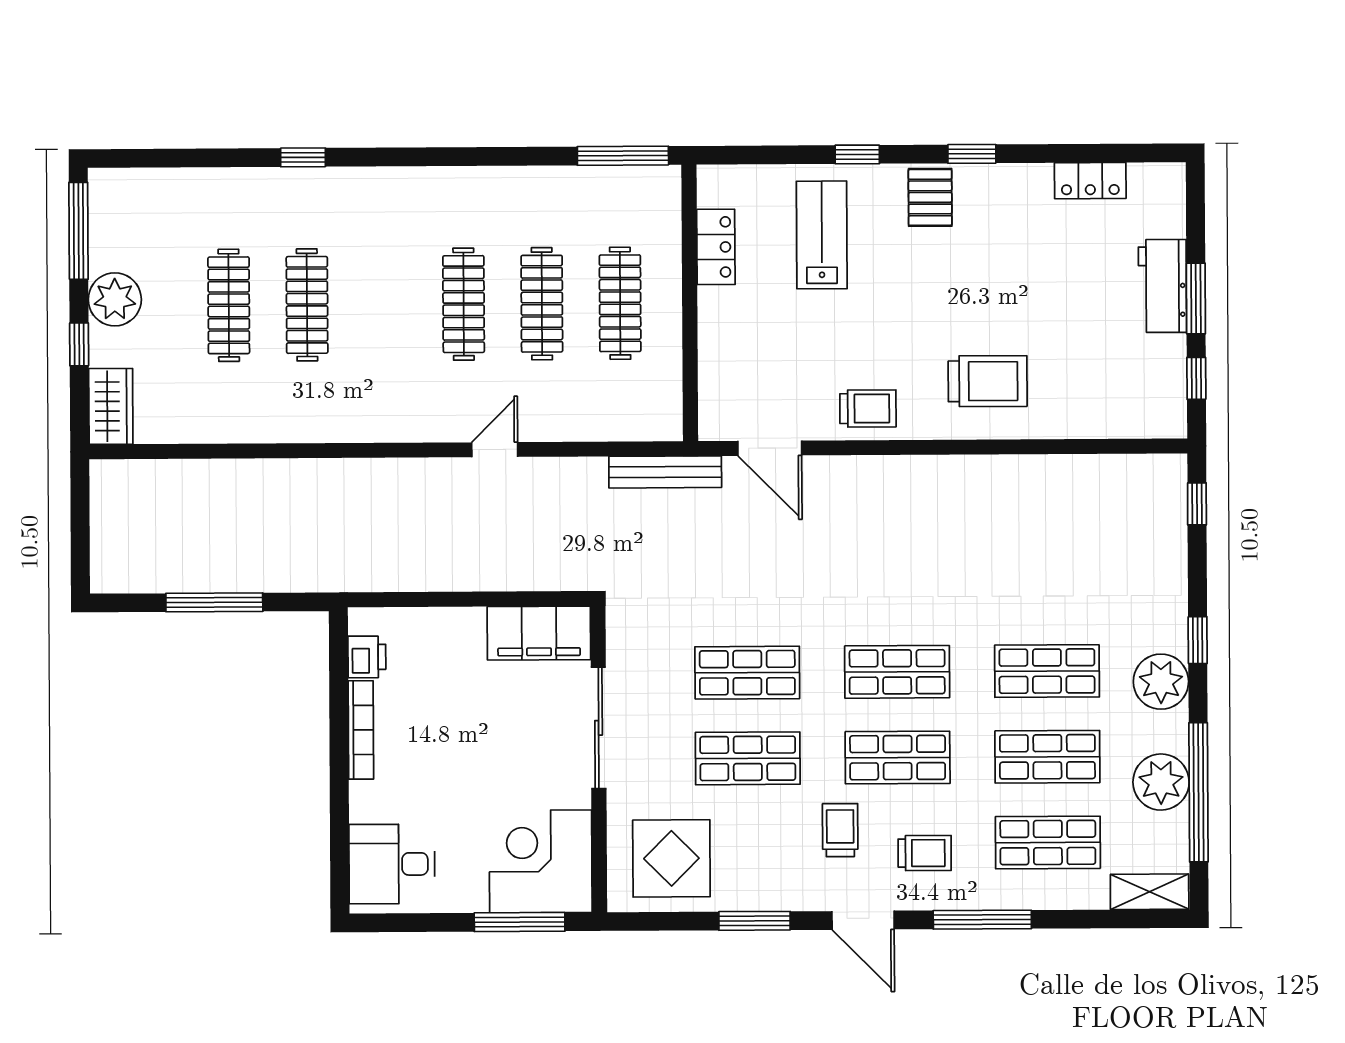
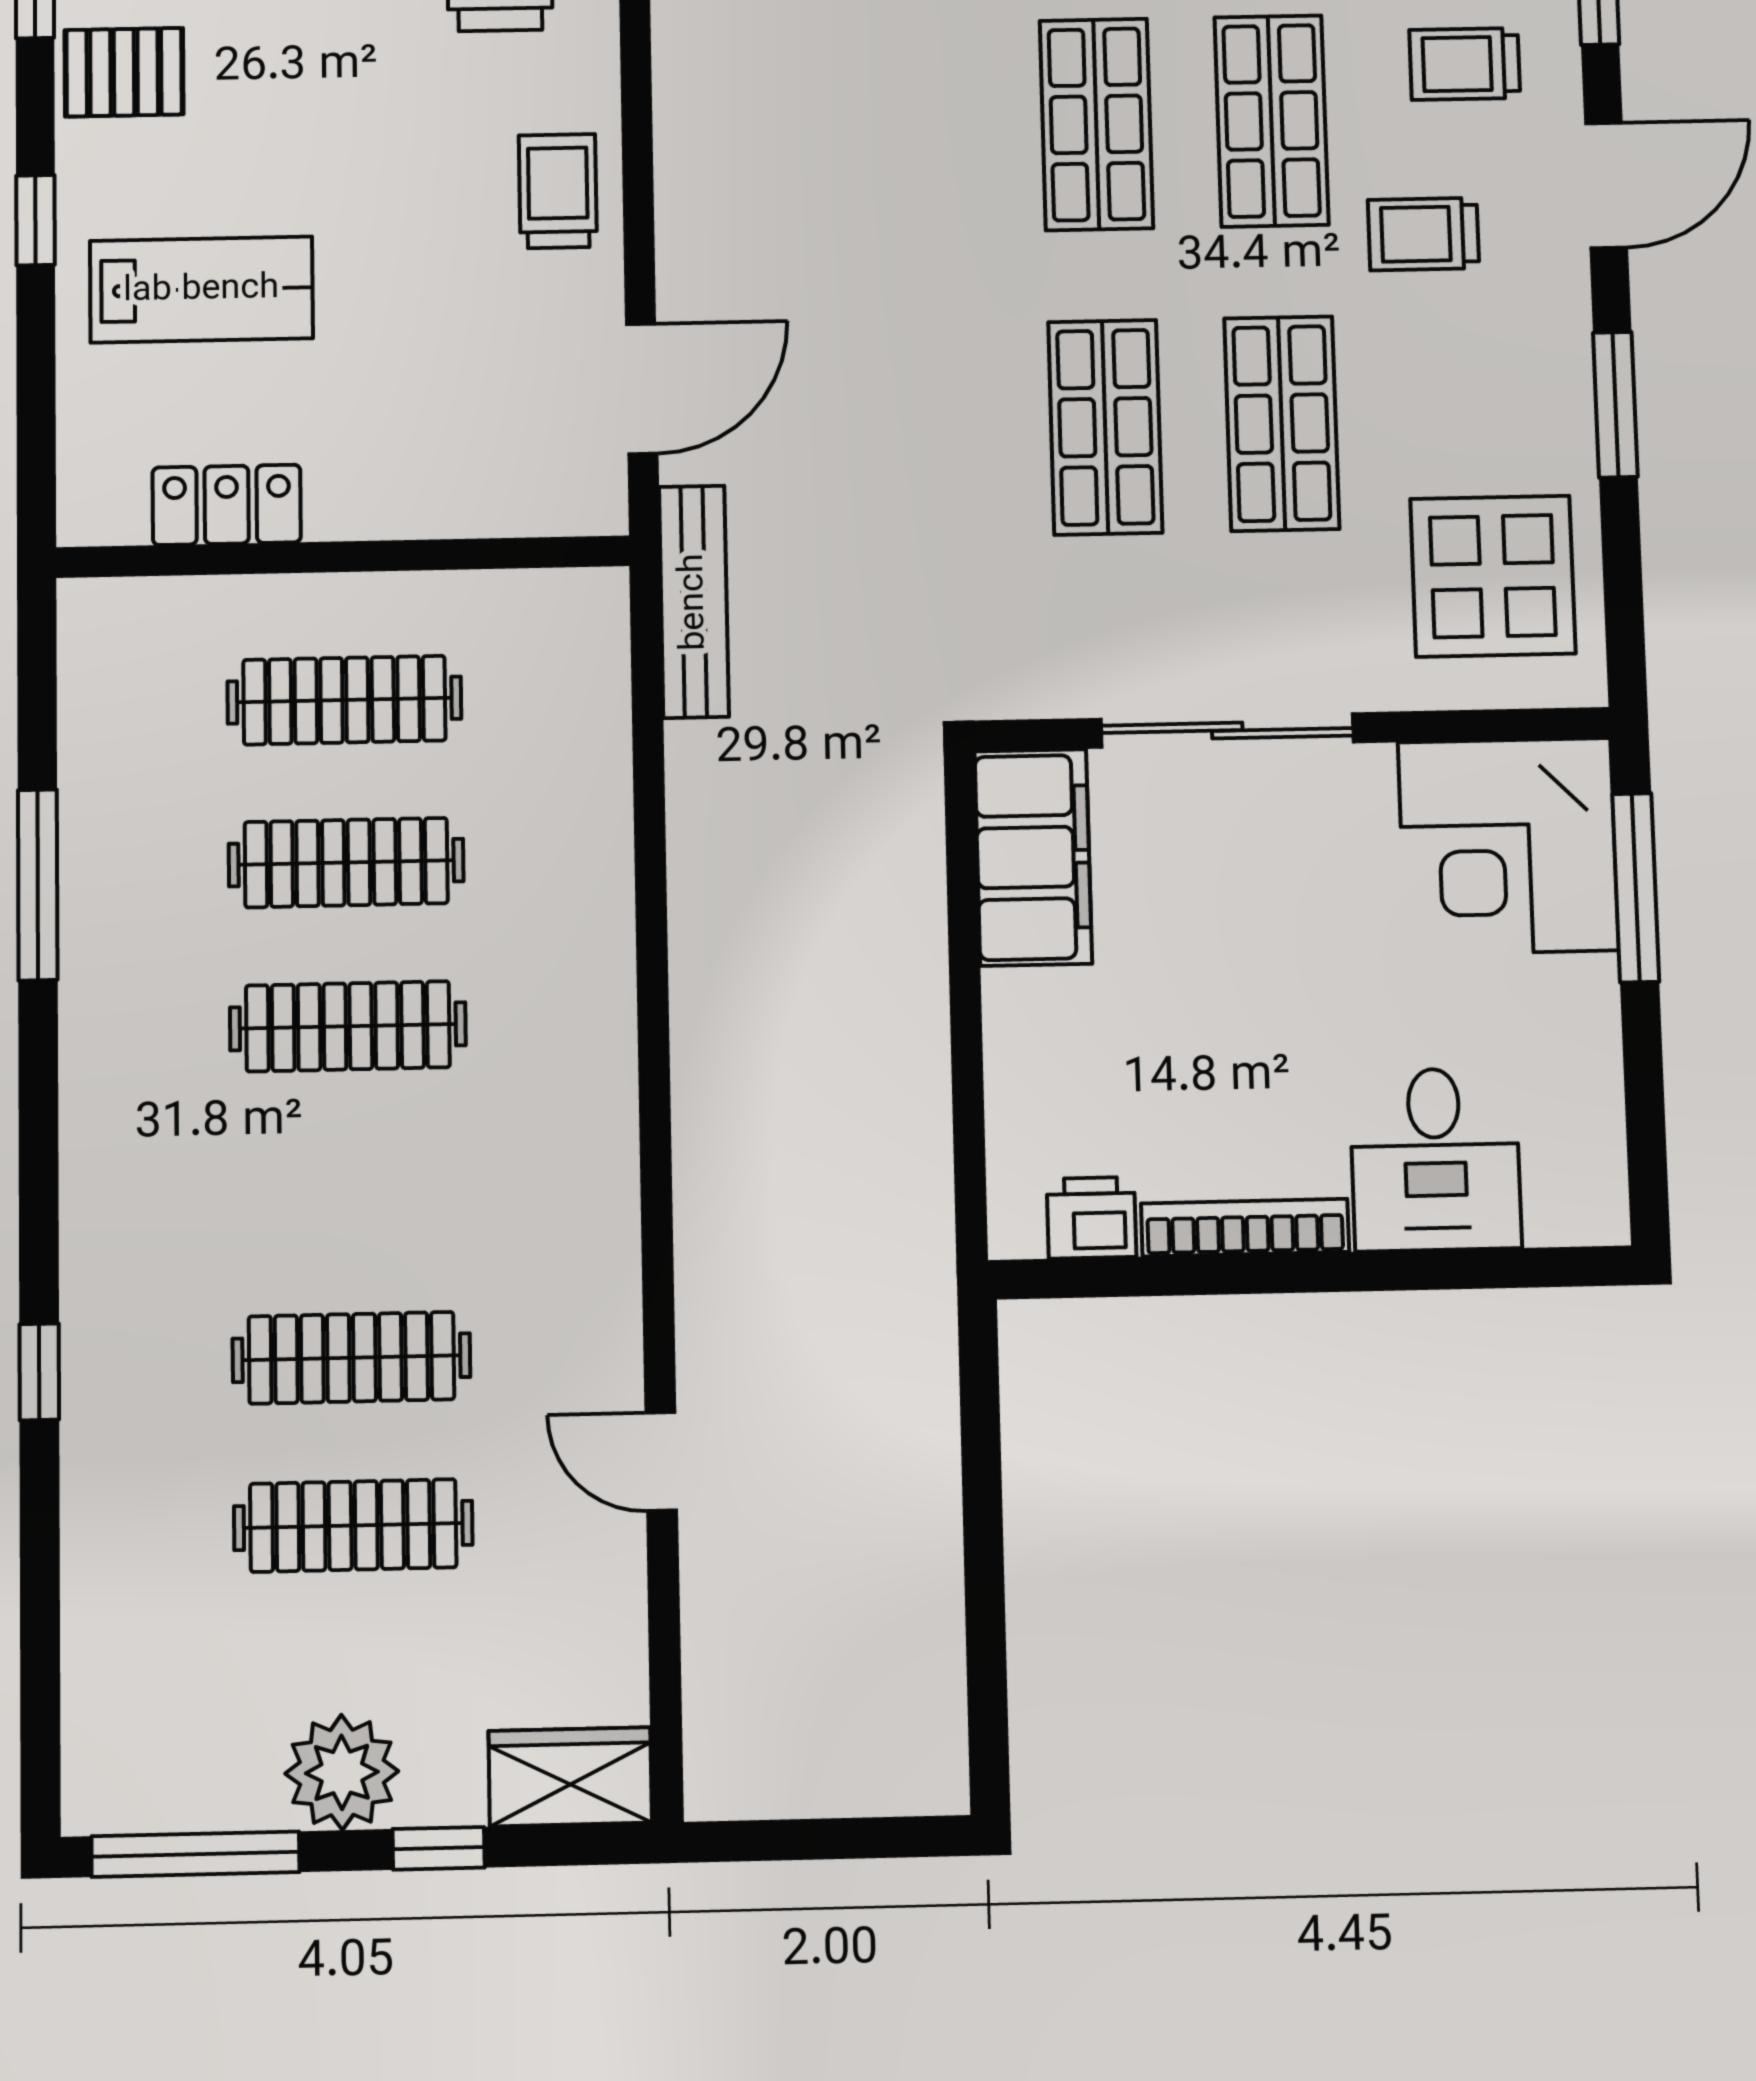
window: (623, 156) -> (38, 885), moved
lab bench: (822, 235) -> (201, 290), turned 180
door: (495, 450) -> (661, 1462), moved
window: (214, 602) -> (984, 1545), removed
trolley: (925, 853) -> (1465, 64), turned -90
desk: (392, 864) -> (1435, 1159), moved

